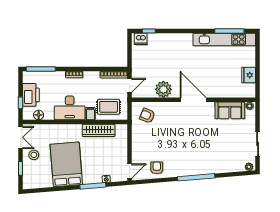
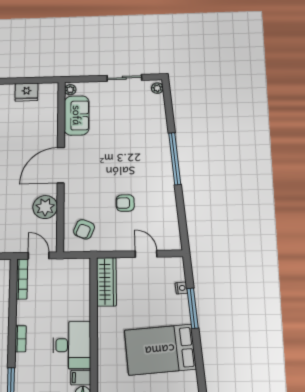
rug: (109, 107) -> (70, 286), removed
filing cabinet: (91, 114) -> (81, 378), moved
wardrobe: (99, 130) -> (106, 282), moved
armchair: (157, 168) -> (125, 203), moved
door: (130, 171) -> (146, 254), moved

